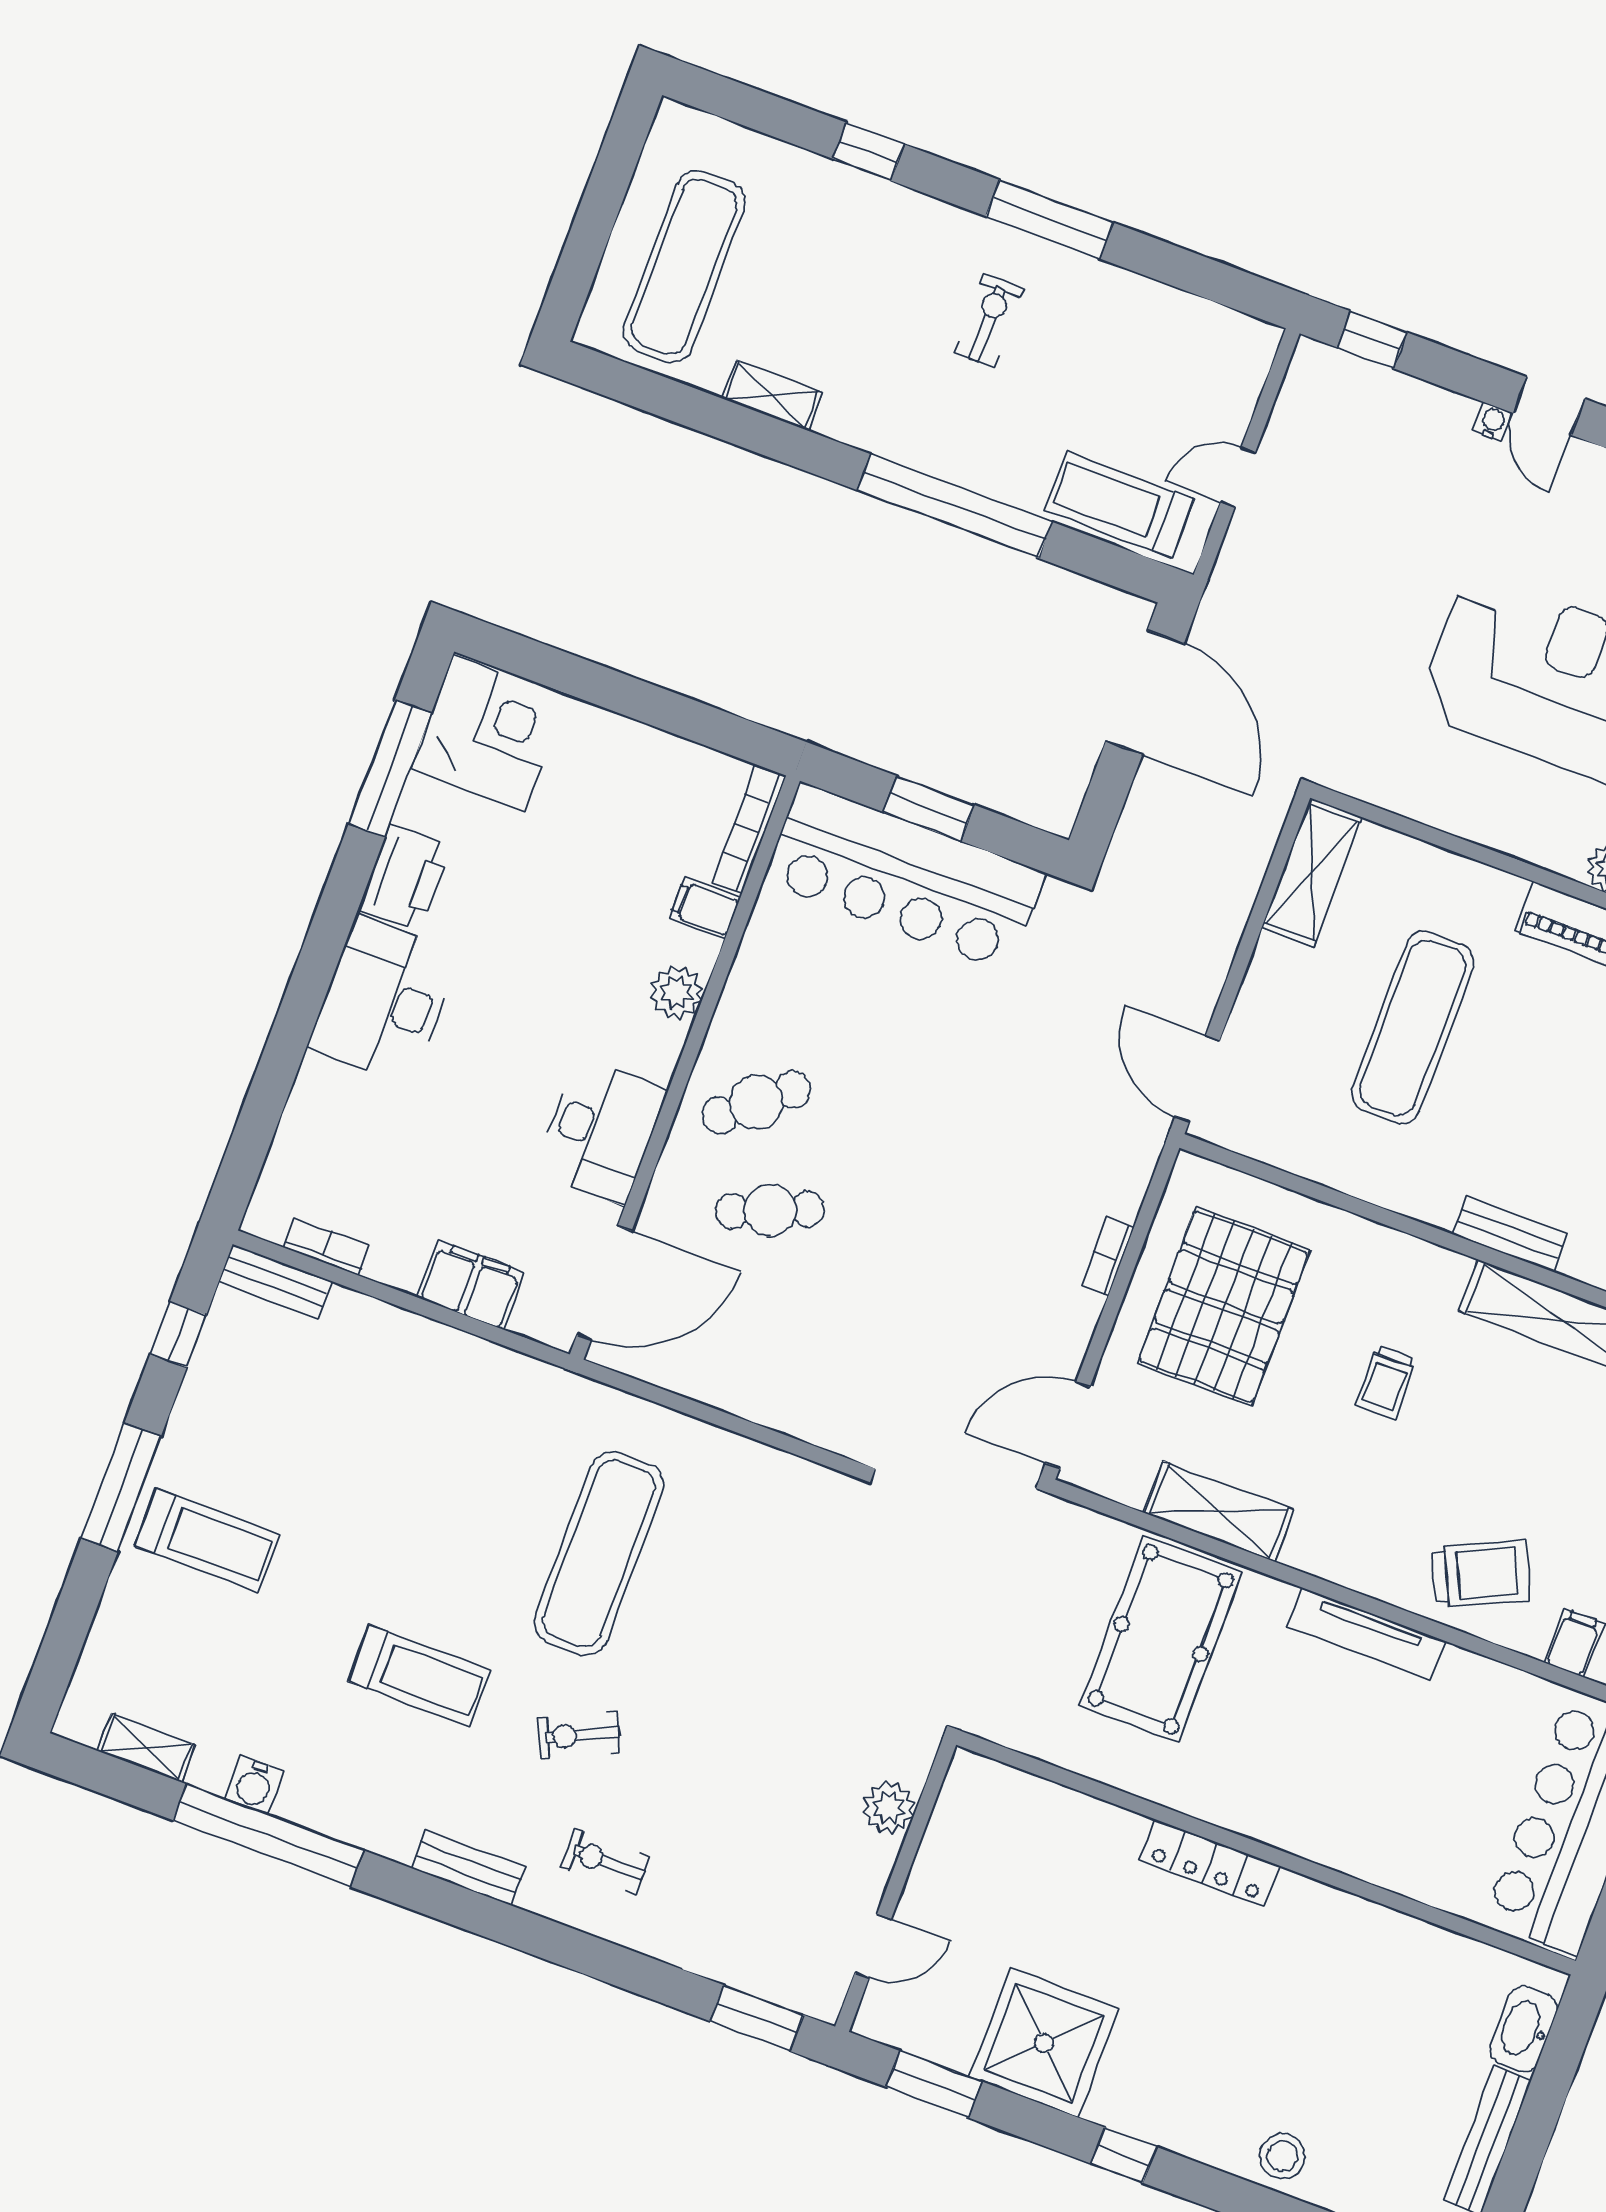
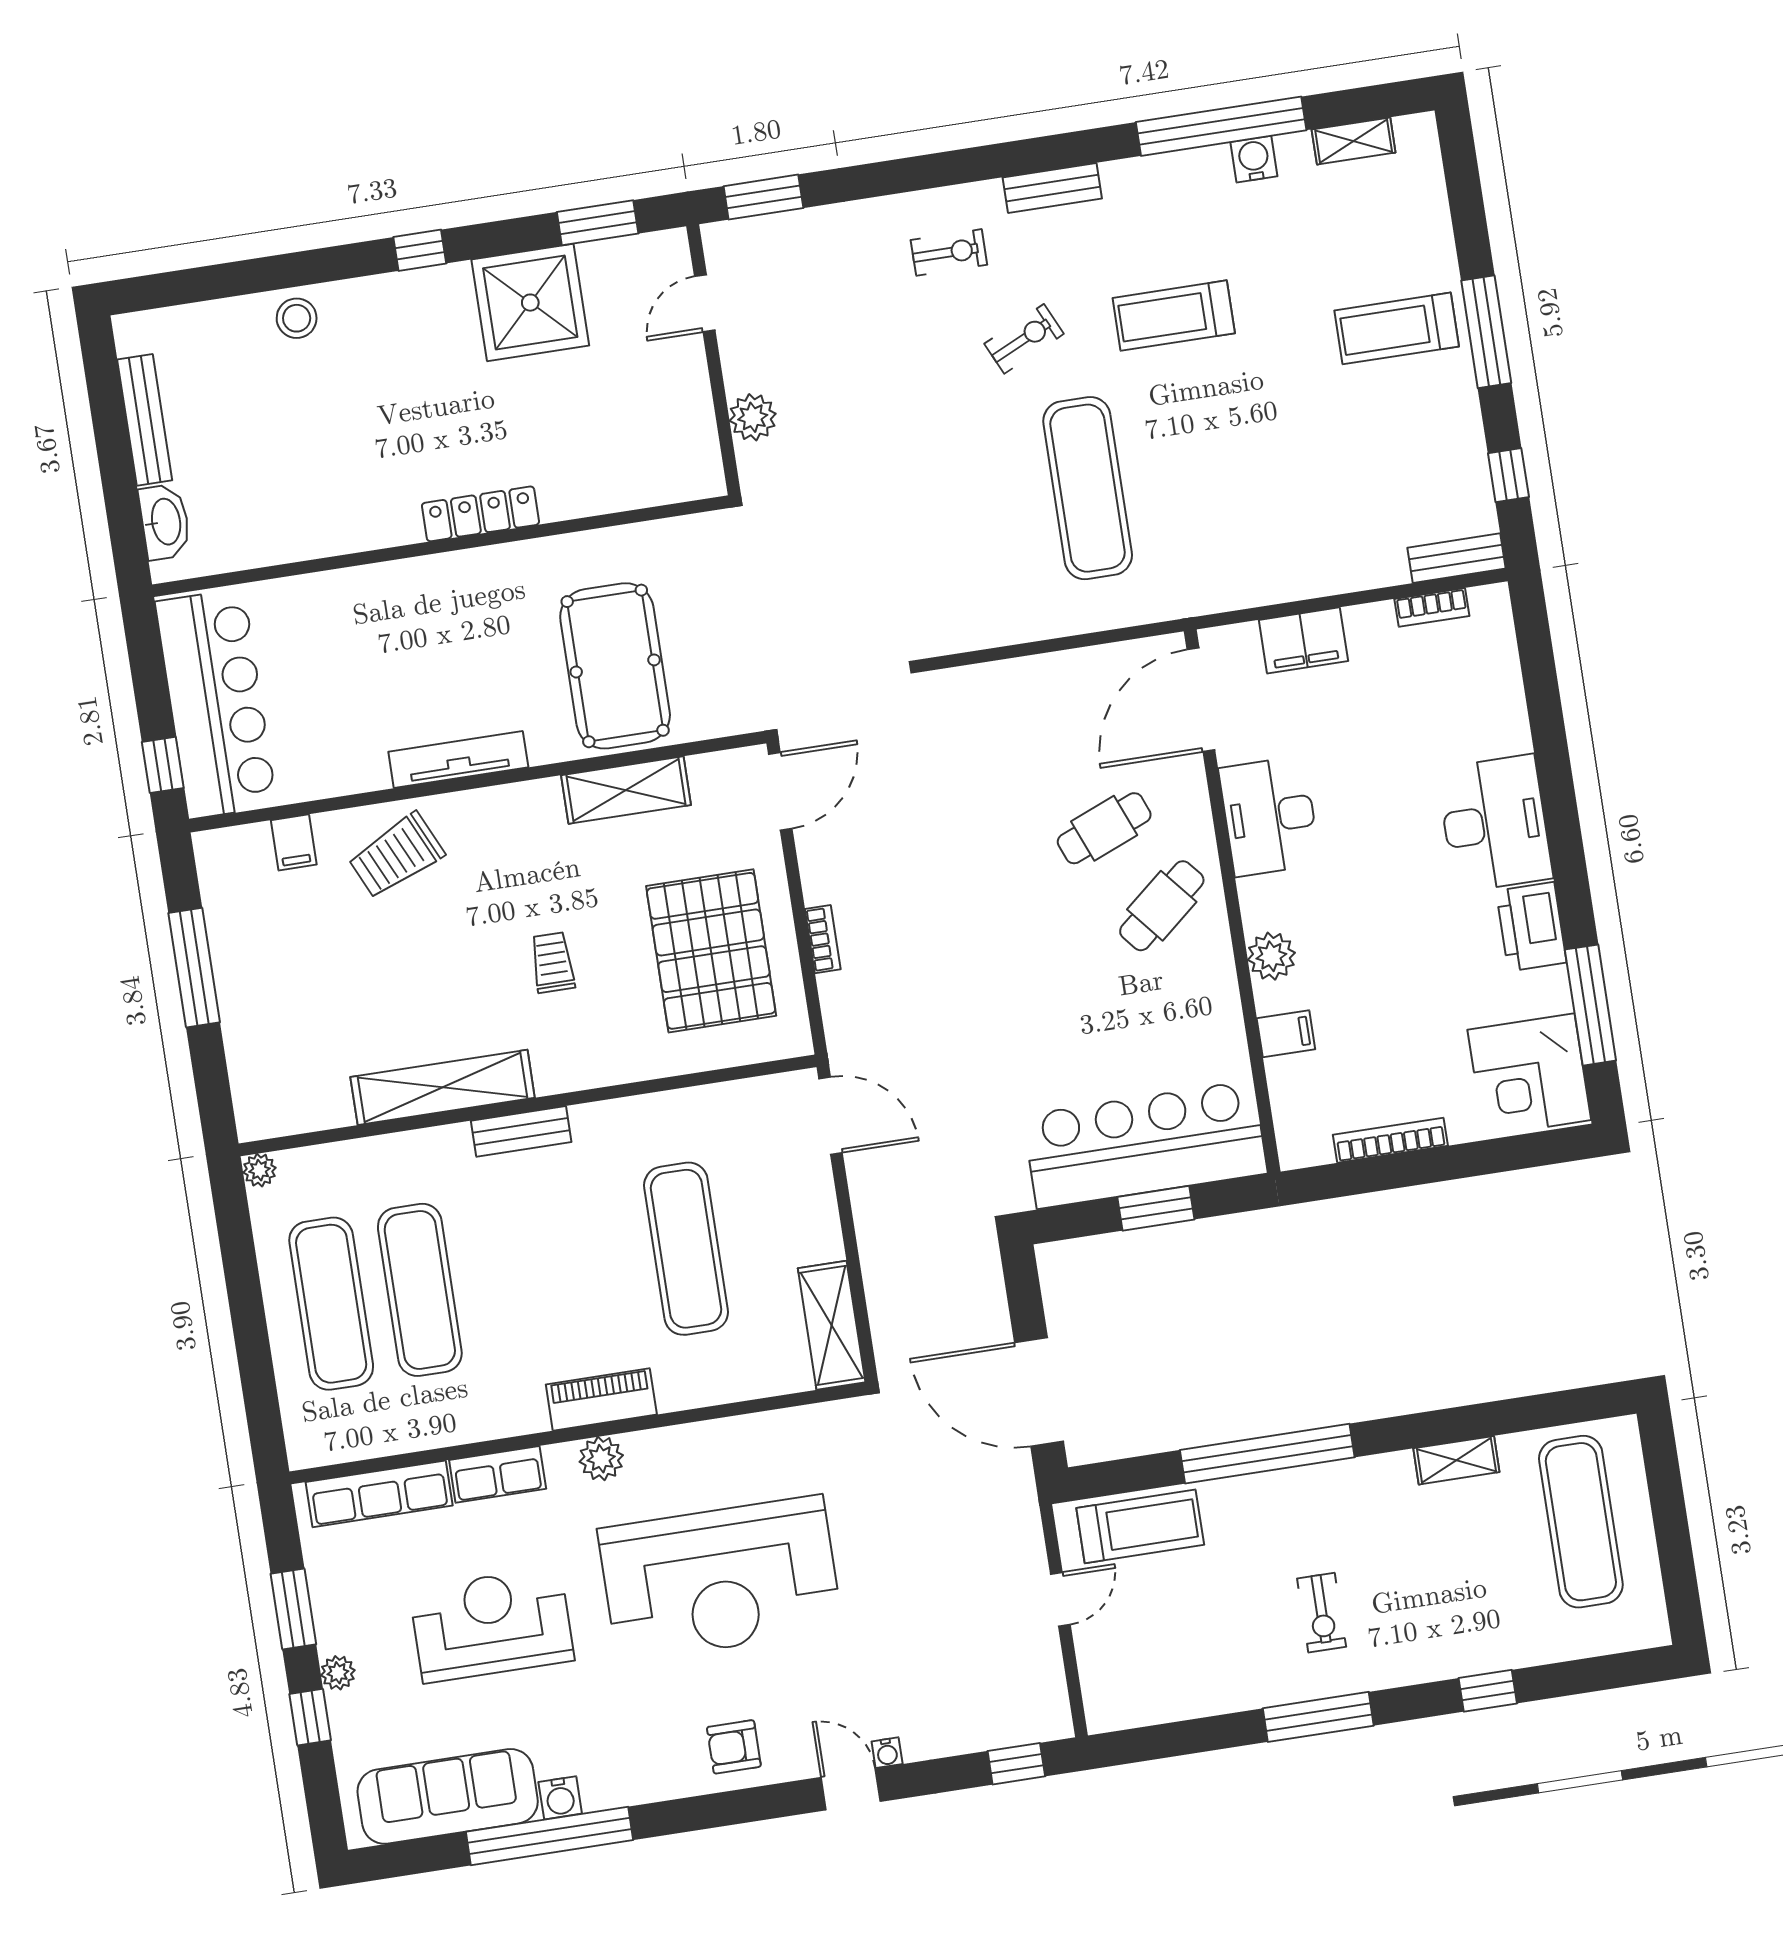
bookcase: (749, 829) -> (1390, 1140), moved, turned -90

